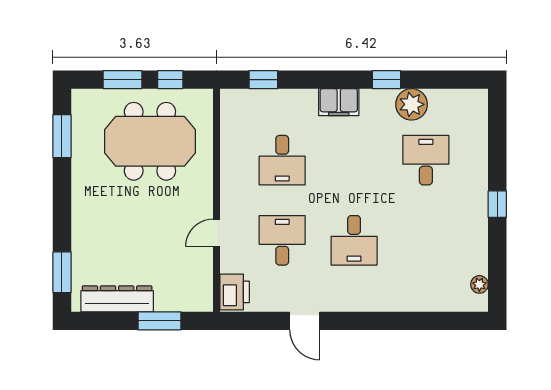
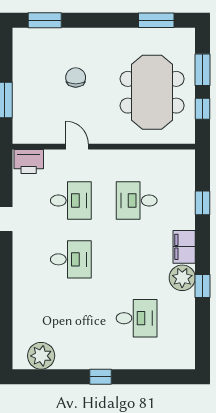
window: (263, 80) -> (203, 203), moved
plant: (412, 104) -> (182, 278), moved
chair: (132, 235) -> (76, 77), added
desk: (354, 240) -> (71, 259), turned 180
plant: (479, 284) -> (41, 356), width x1.88, depth x1.88
dresser: (117, 299) -> (23, 65), removed

